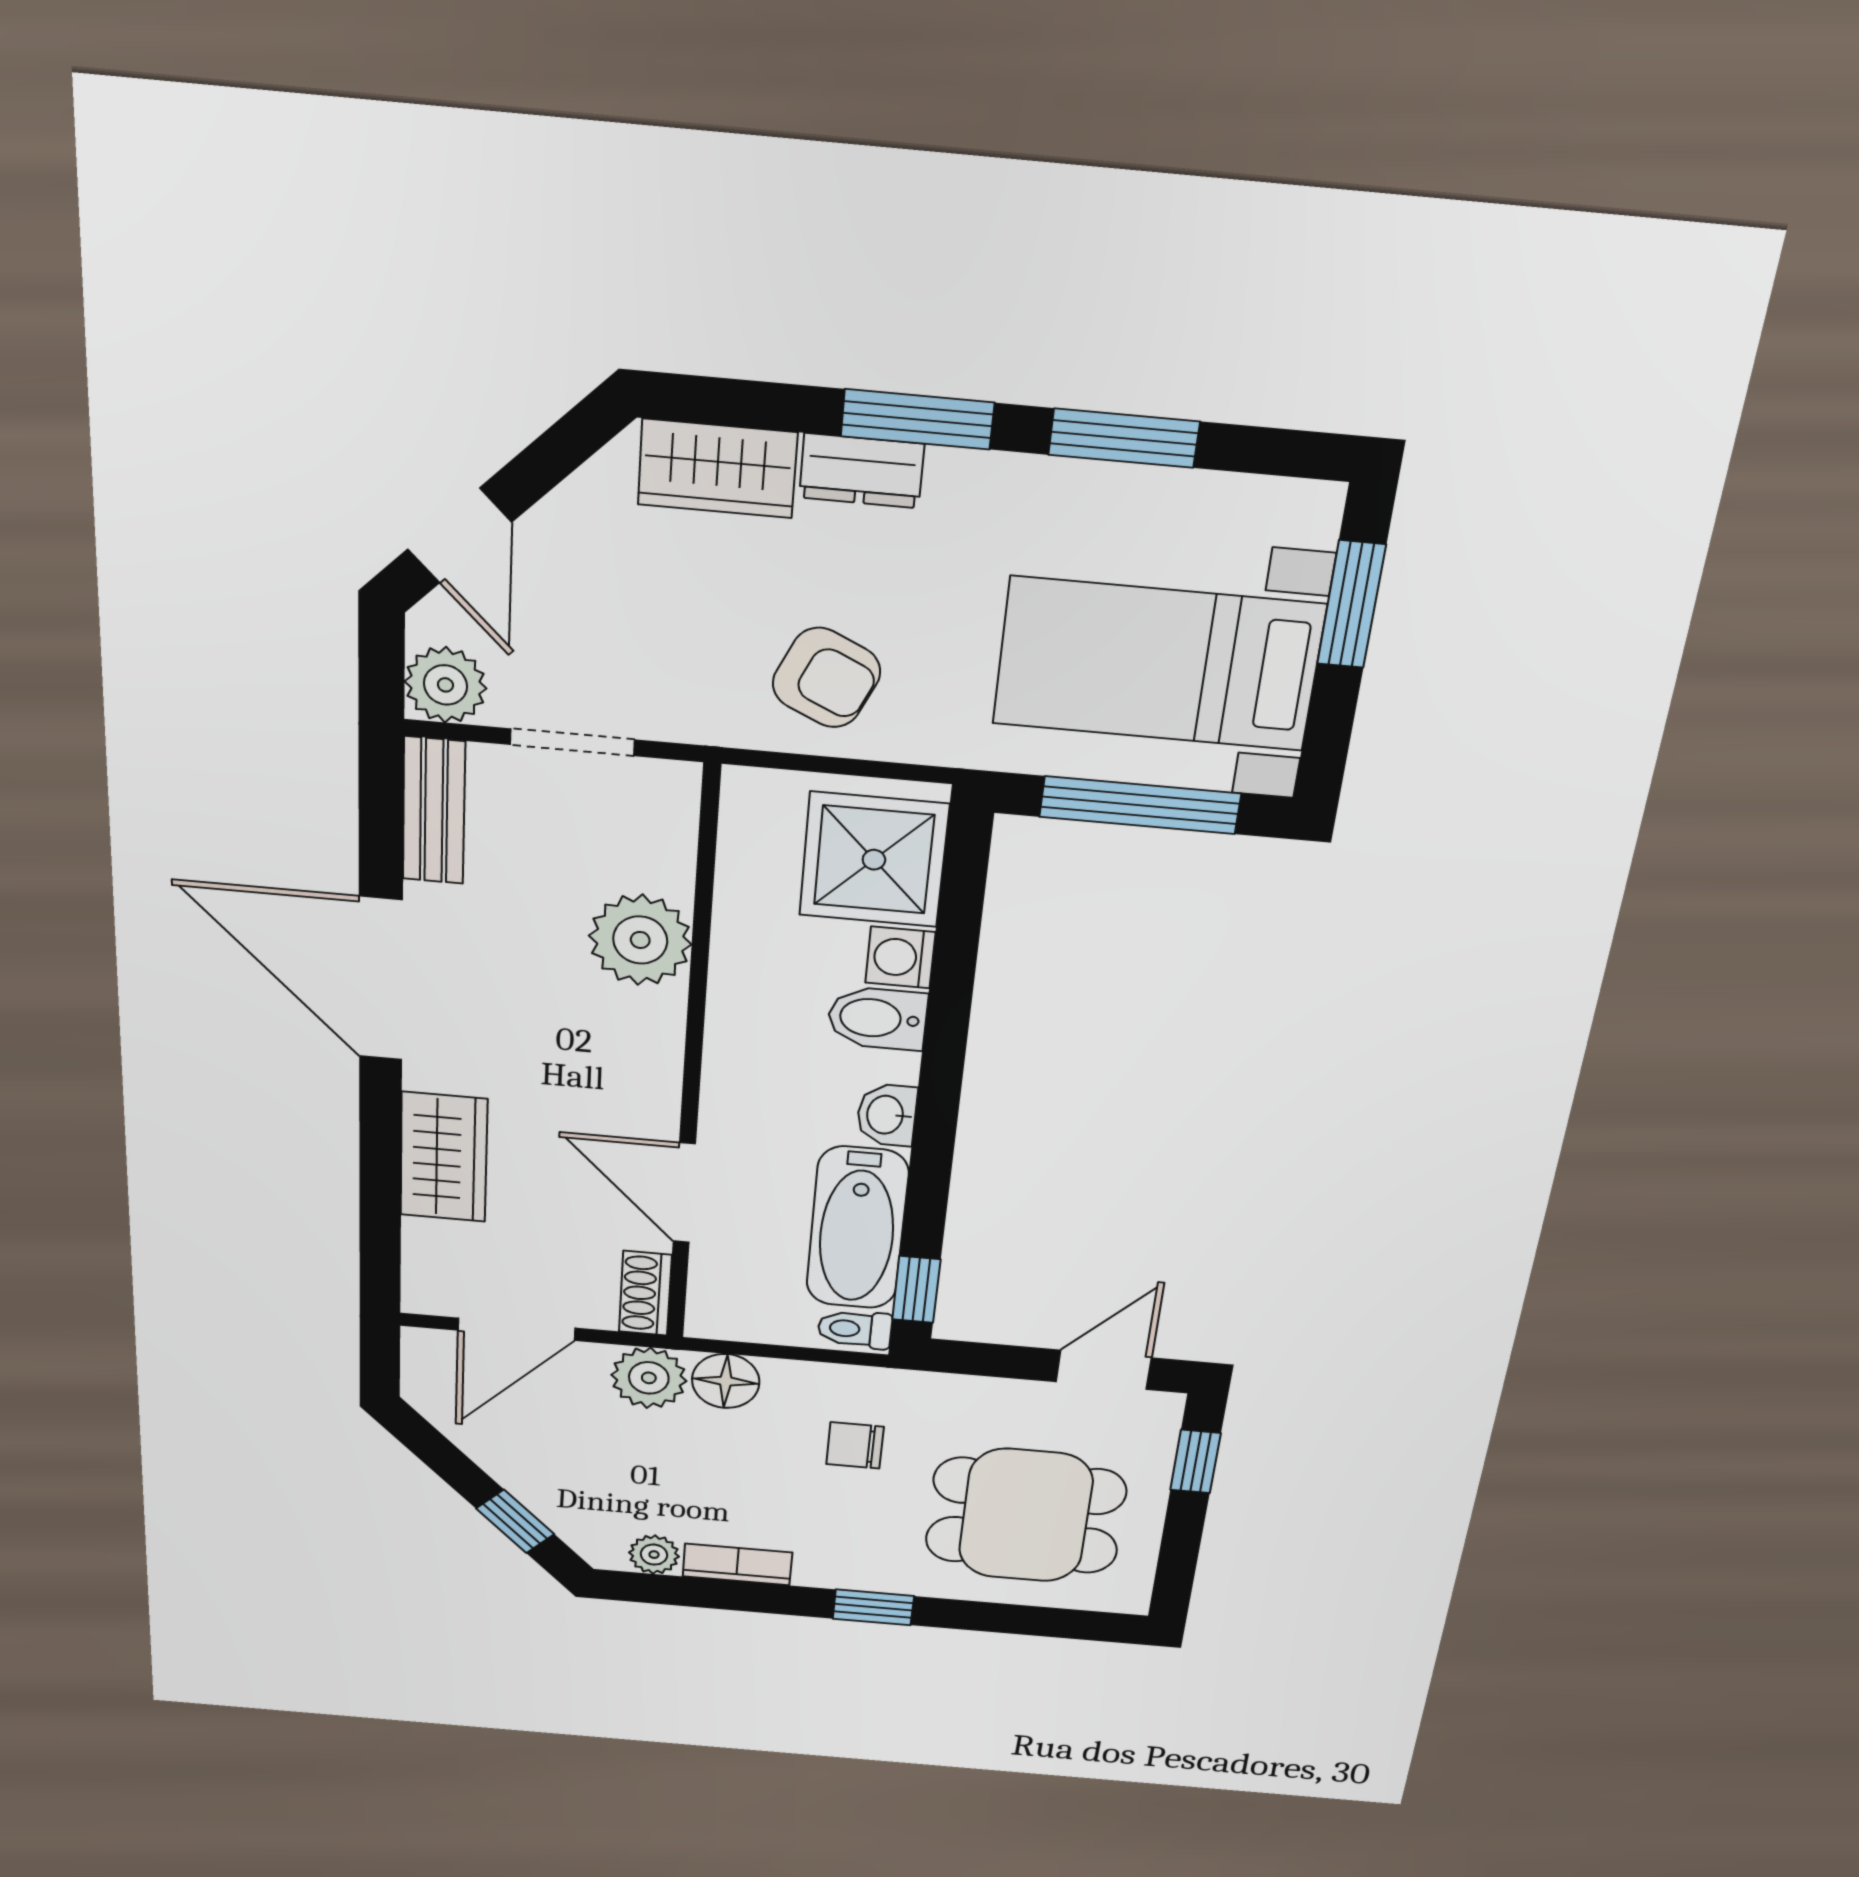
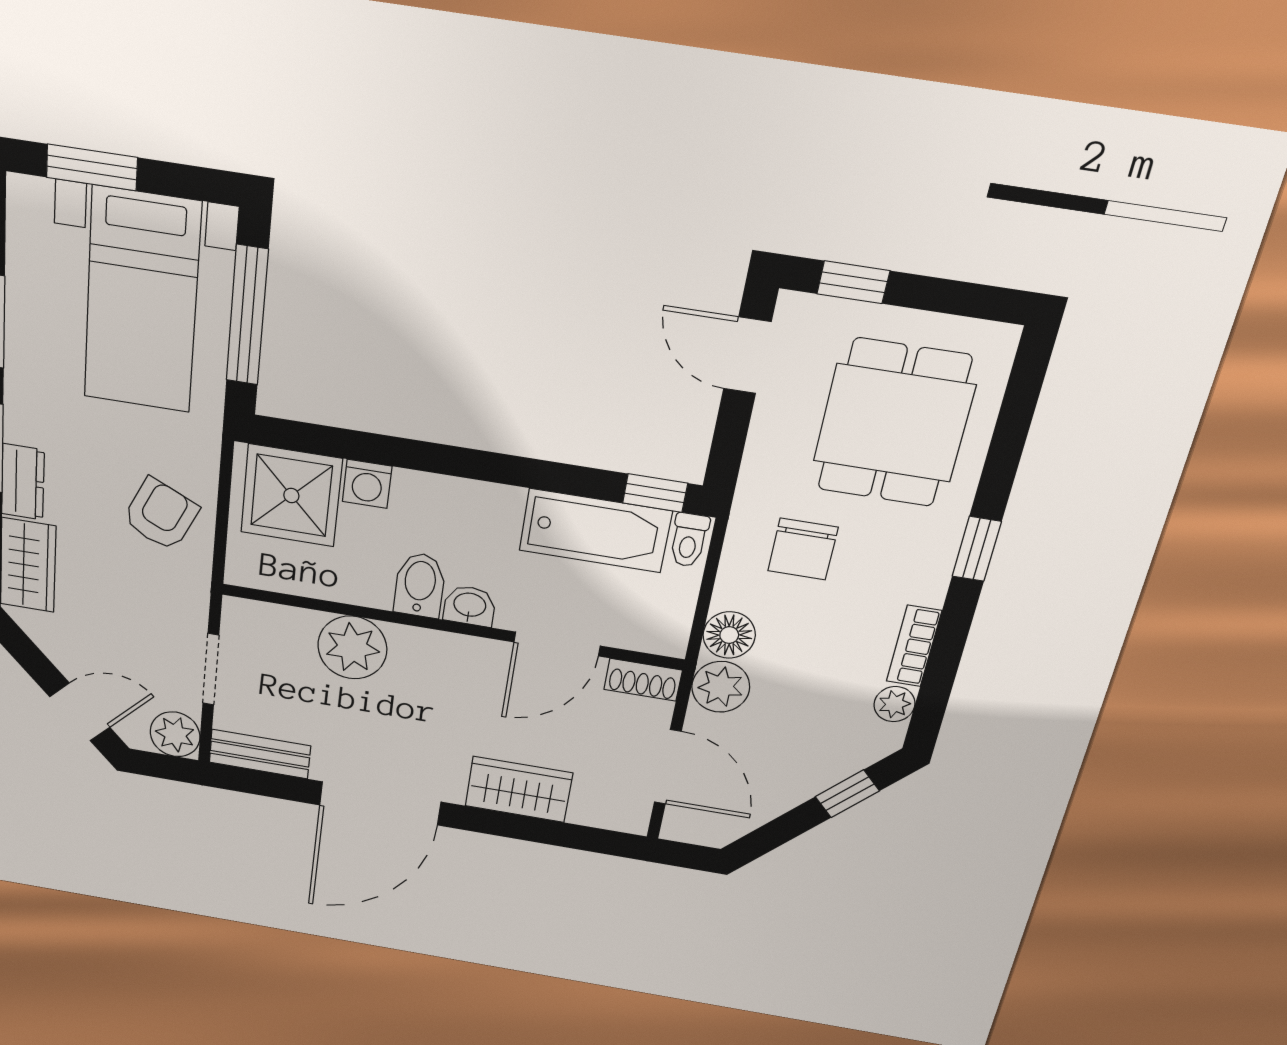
bidet: (877, 1018) -> (420, 585), moved, turned 180
washbasin: (887, 1115) -> (470, 606), moved, turned 180
chair: (855, 1445) -> (803, 549), width x1.37, depth x1.37

